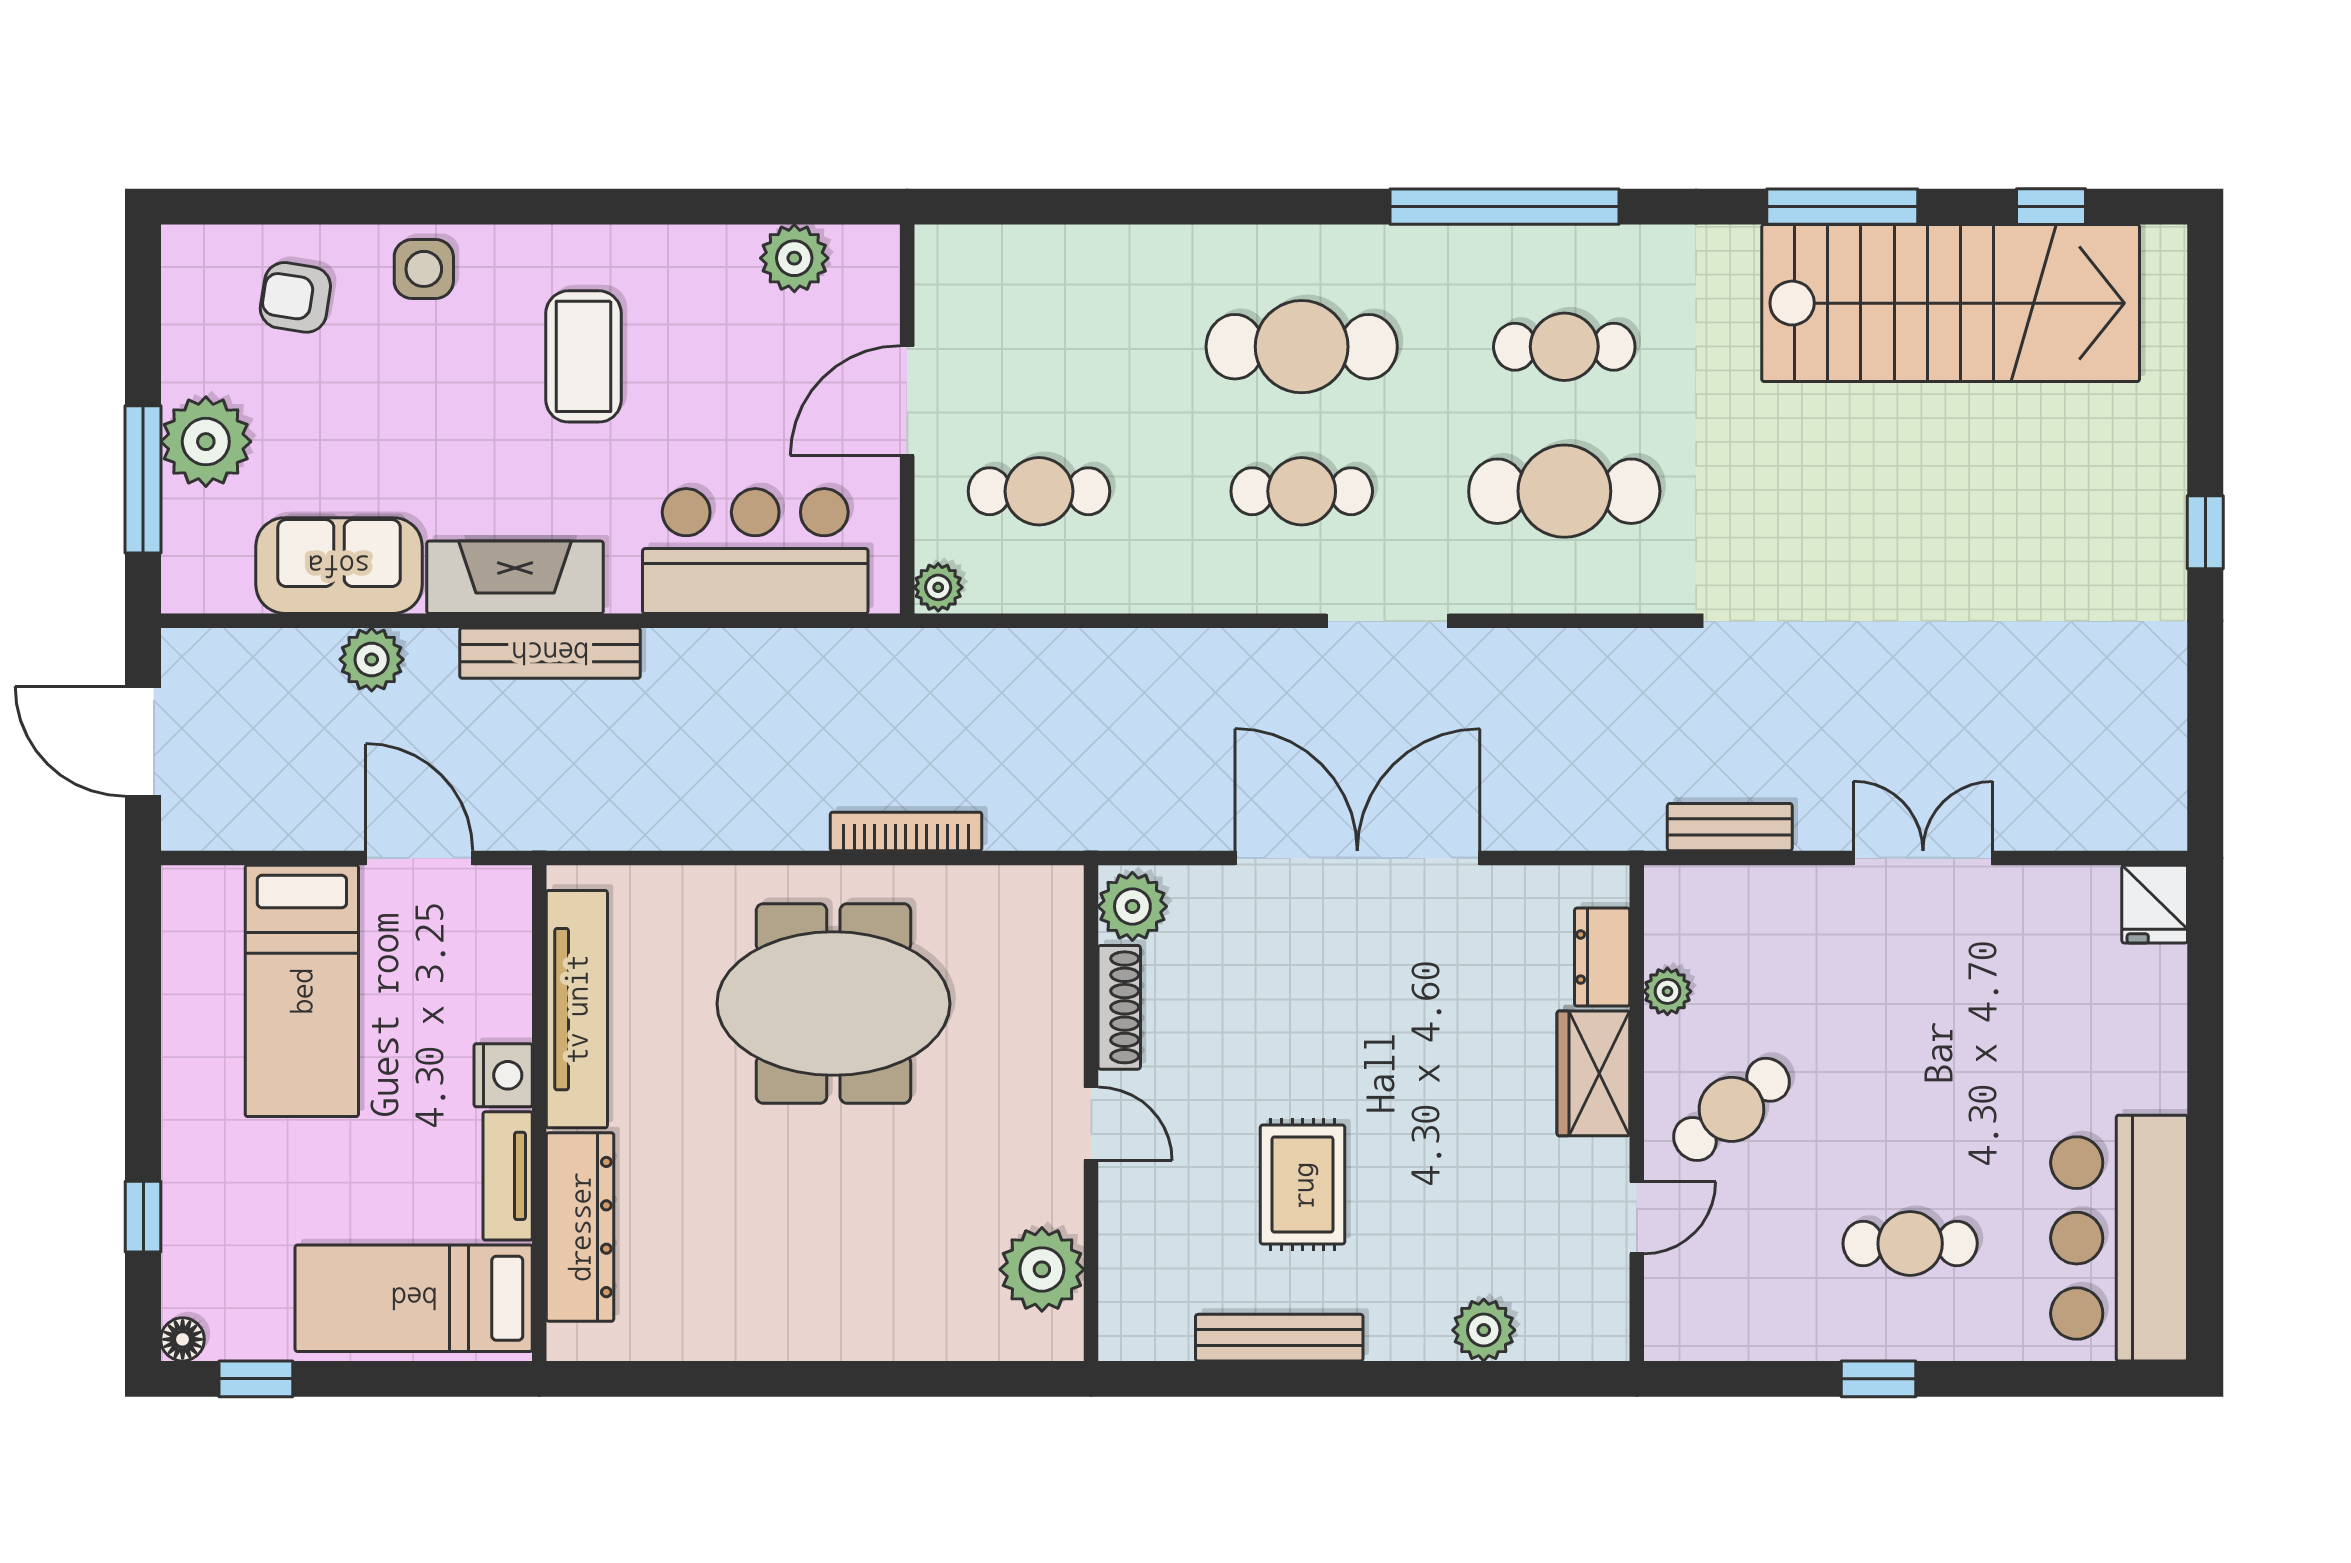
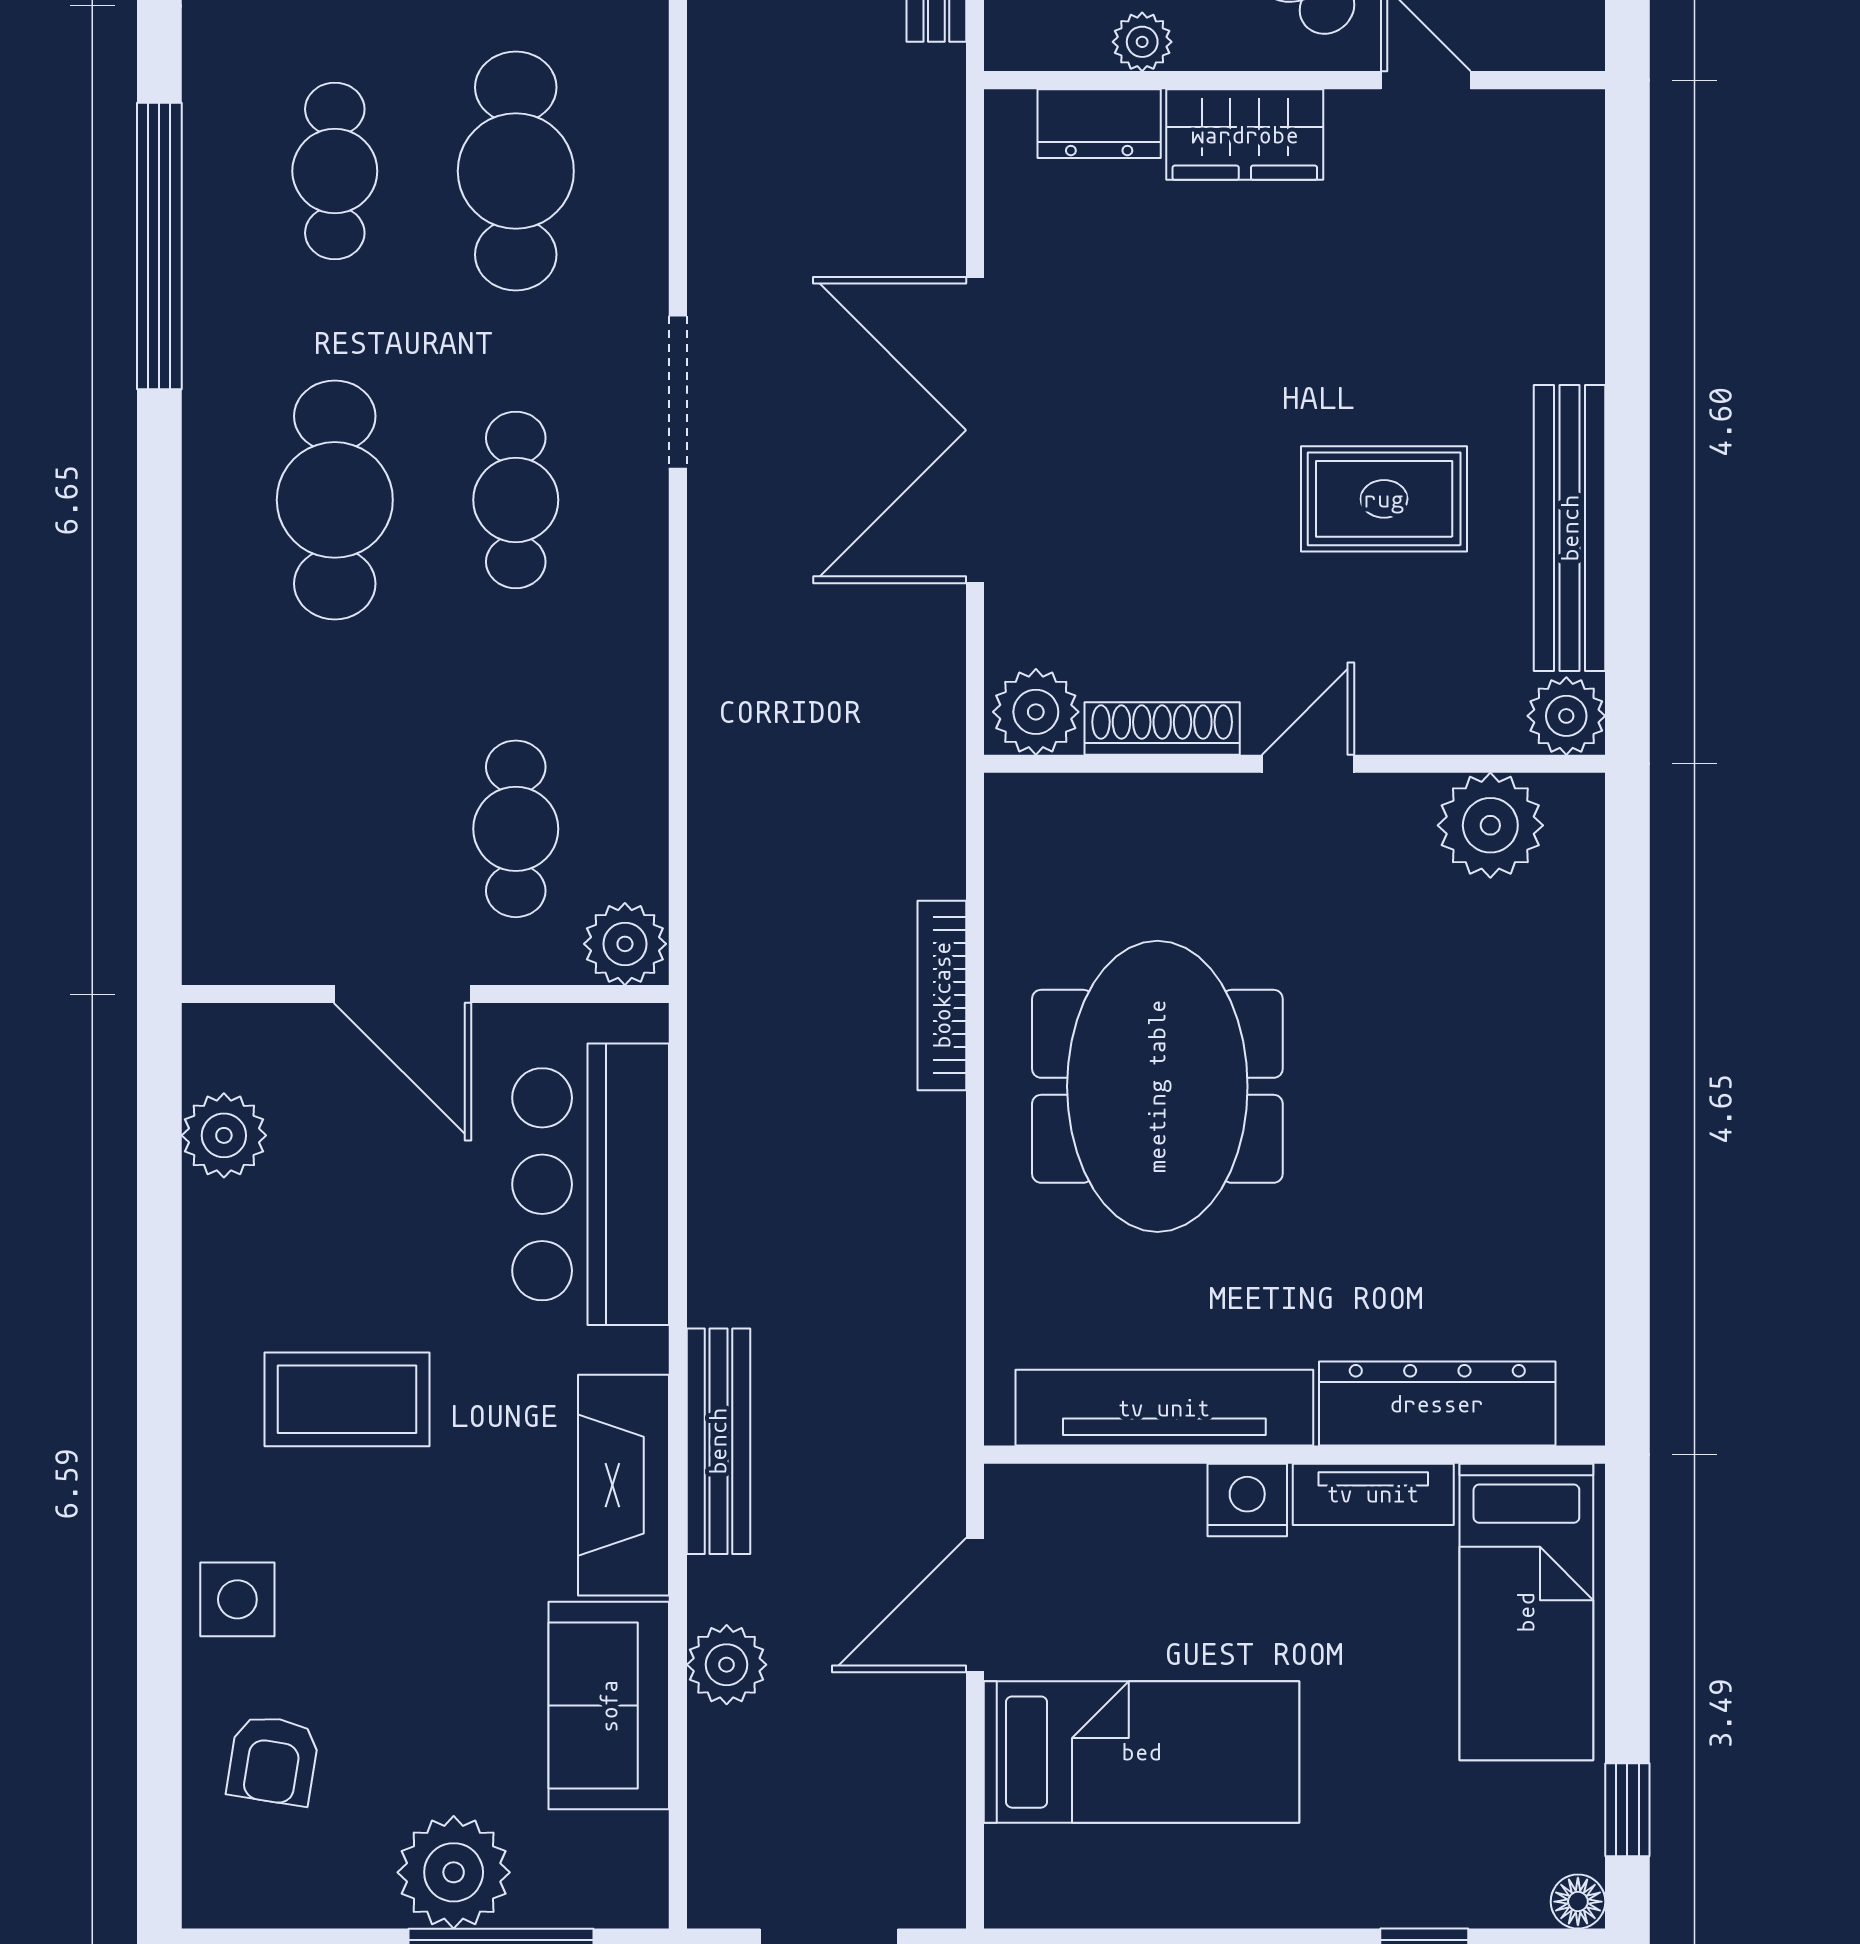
plant: (938, 587) -> (625, 944), width x1.38, depth x1.38
plant: (1484, 1330) -> (1566, 716), moved
bench: (1279, 1338) -> (1570, 528), width x1.37, depth x1.21

